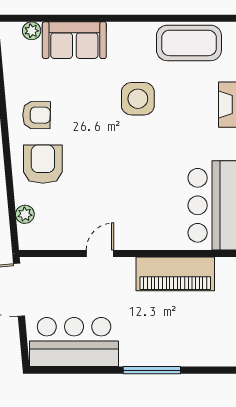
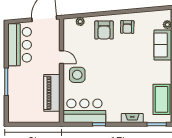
side table: (138, 99) -> (77, 75), moved
armchair: (43, 164) -> (104, 30), turned 90

